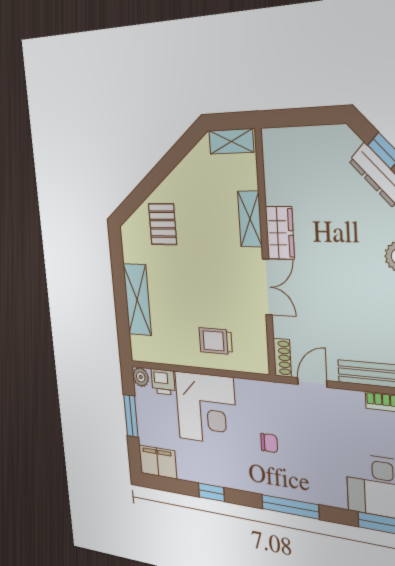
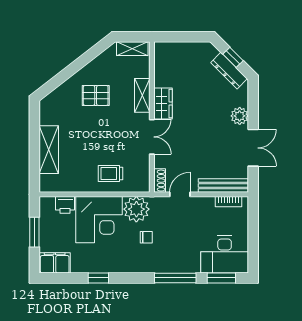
pallet: (163, 224) -> (96, 95), moved, turned 90
plant: (141, 377) -> (136, 209), moved, width x1.87, depth x1.87
window: (290, 507) -> (175, 278), moved

